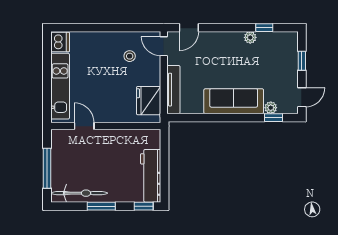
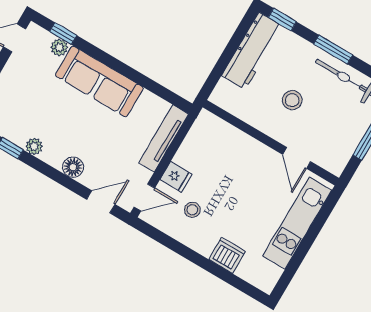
floor lamp: (219, 39) -> (73, 167), added
dishwasher: (60, 42) -> (227, 255), moved, turned 90
door: (164, 46) -> (144, 197), hinge flipped
fridge: (149, 101) -> (176, 177), moved, width x0.53, depth x0.75
stool: (108, 160) -> (292, 100), added

